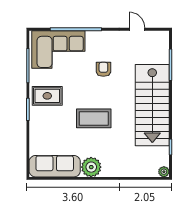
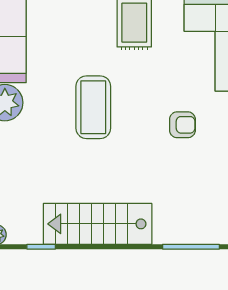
stairs: (152, 105) -> (98, 224), width x0.73, depth x0.66

